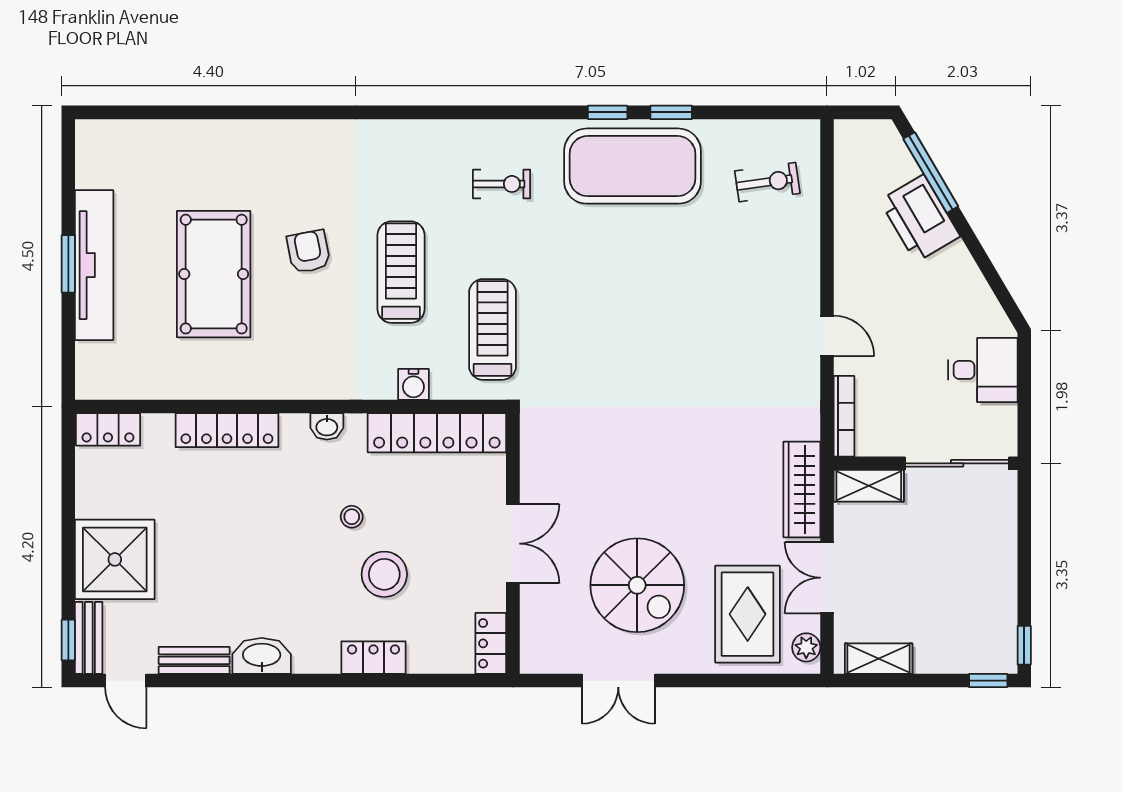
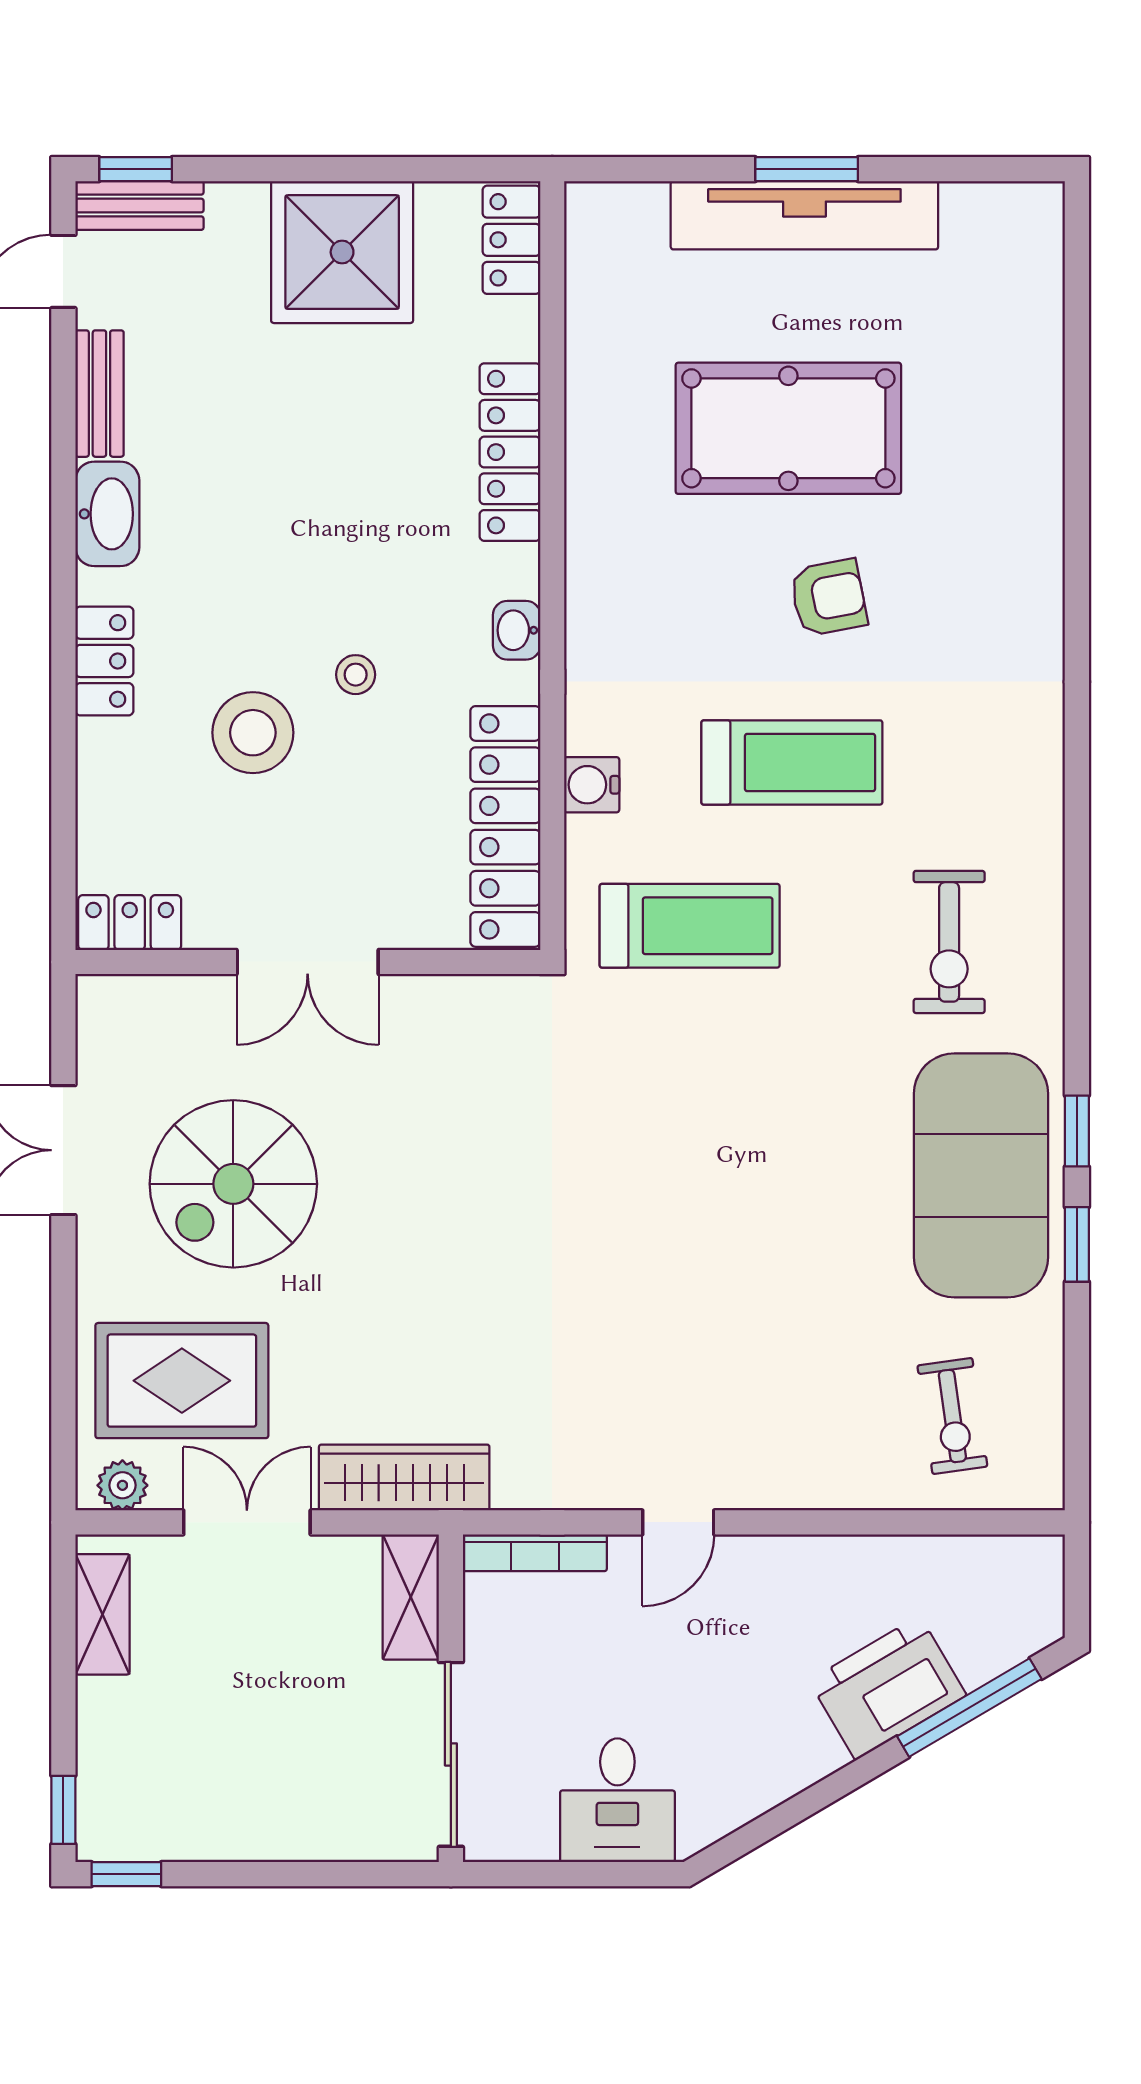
exercise bike: (502, 184) -> (949, 942), width x1.38, depth x1.39
shower: (115, 559) -> (342, 252), moved
locker: (373, 658) -> (104, 661), moved

